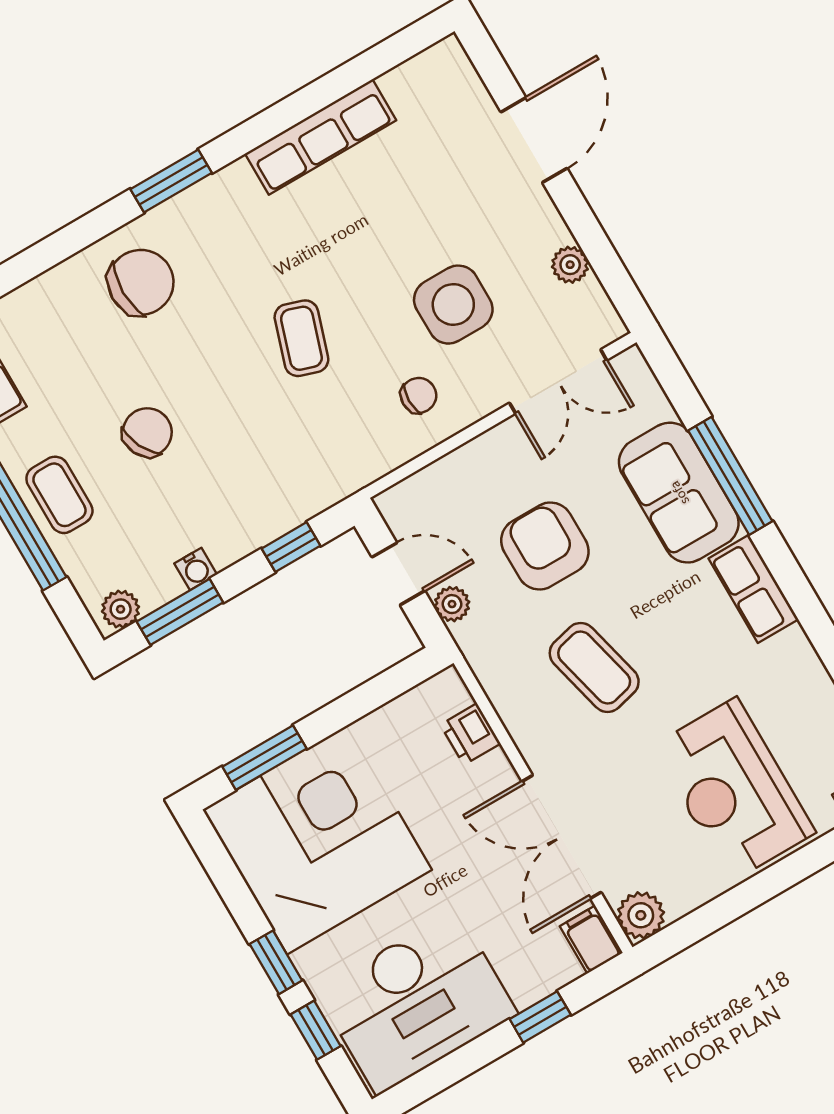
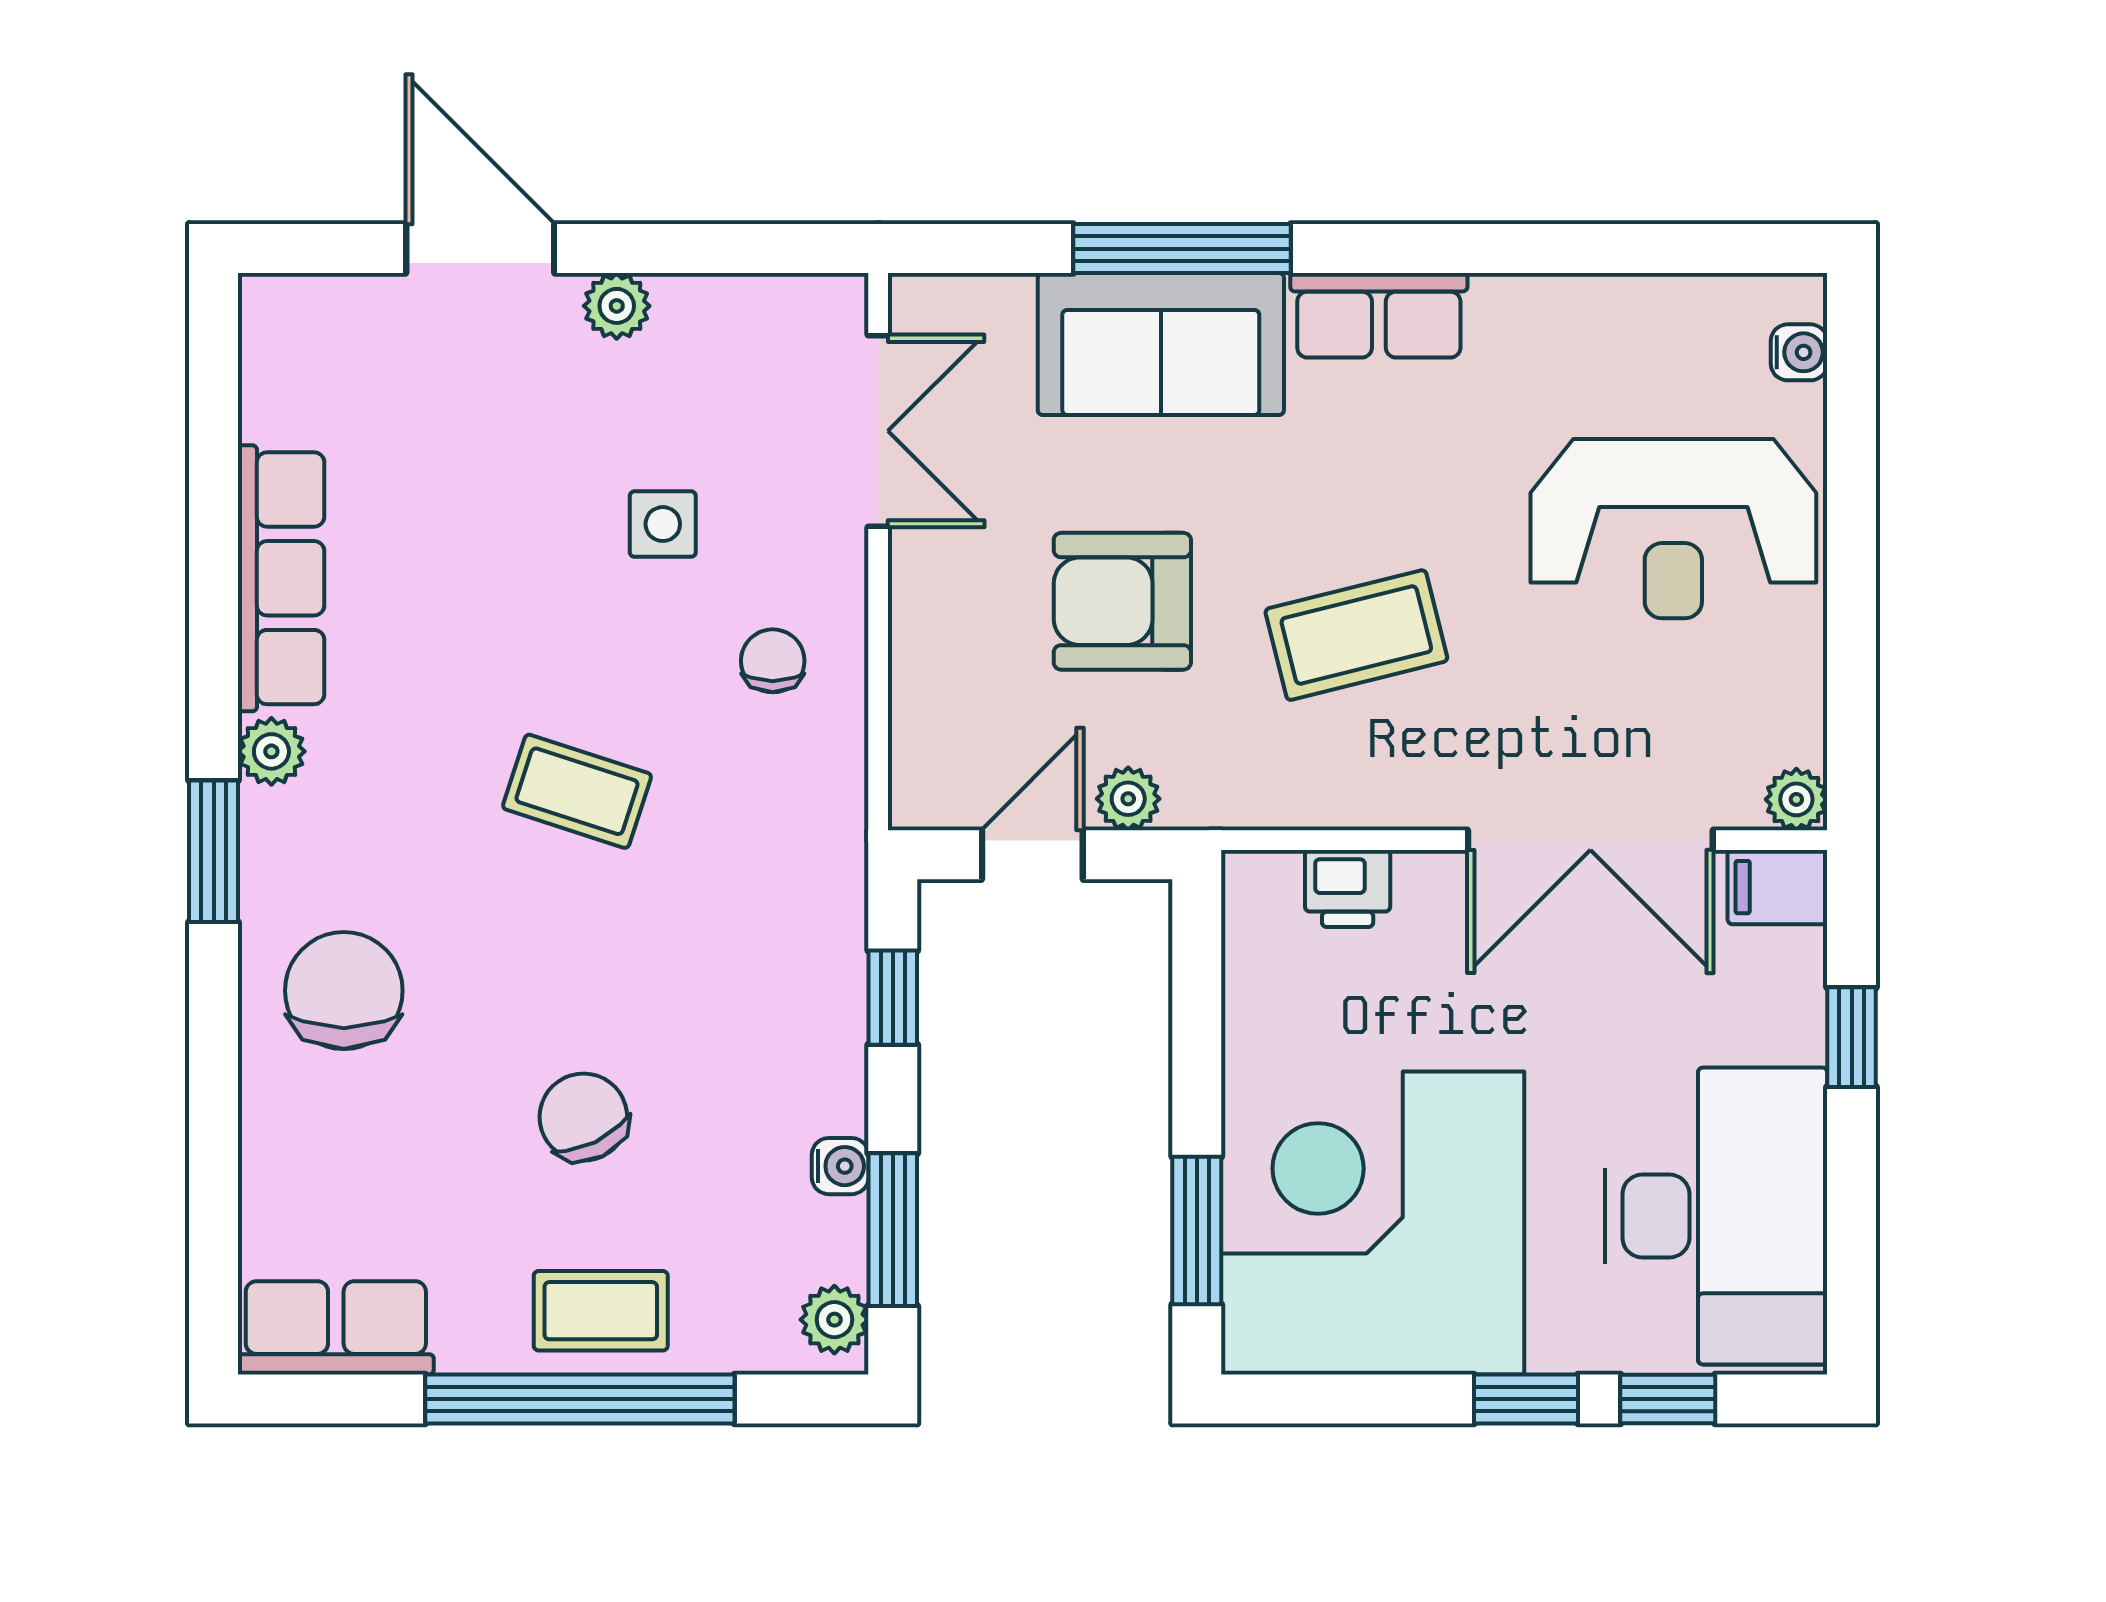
plant: (235, 181) -> (271, 751), added
plant: (570, 265) -> (617, 306), moved
side table: (453, 305) -> (663, 524), width x0.54, depth x0.54
plant: (641, 915) -> (1796, 799), width x0.73, depth x0.73

